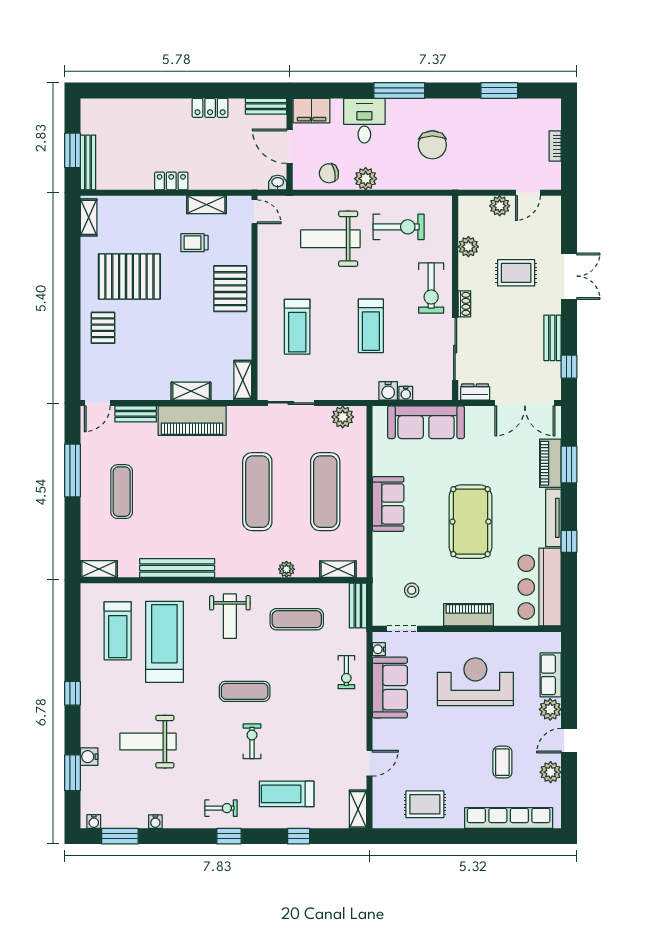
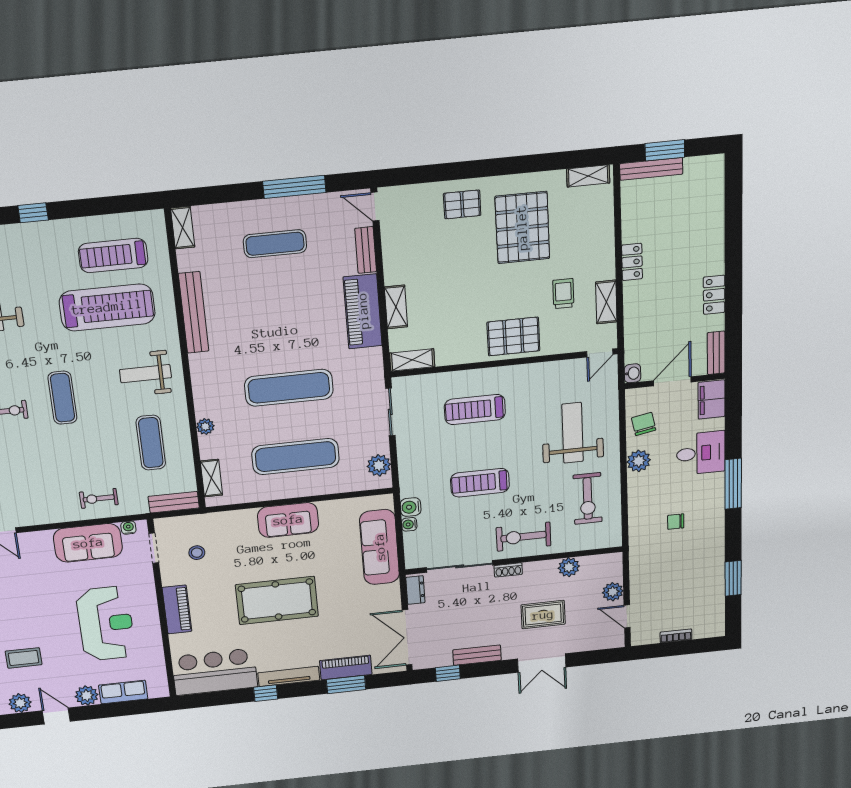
chair: (432, 145) -> (676, 522), width x0.54, depth x0.54
rug: (516, 273) -> (543, 615), turned 90

